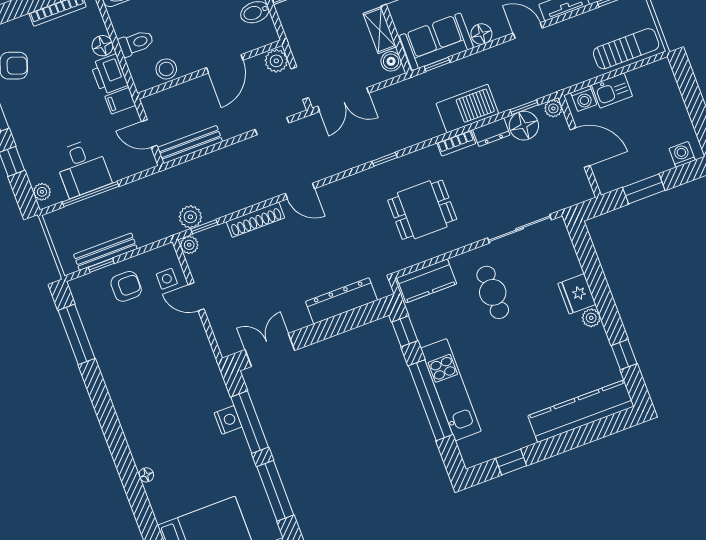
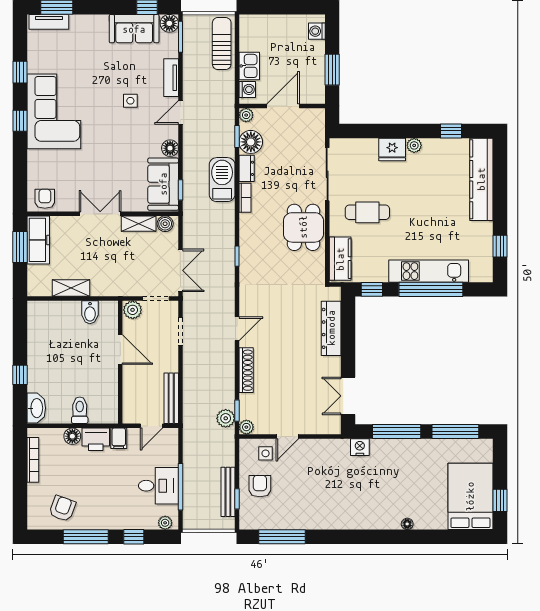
stool: (166, 69) -> (108, 395), removed
dining table: (422, 210) -> (303, 227), moved
nightstand: (228, 420) -> (360, 447), moved

